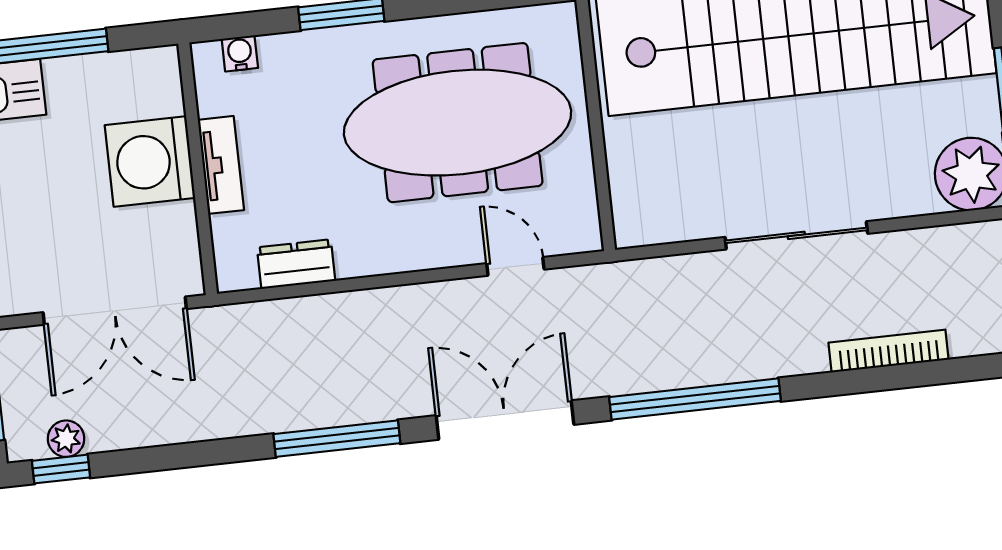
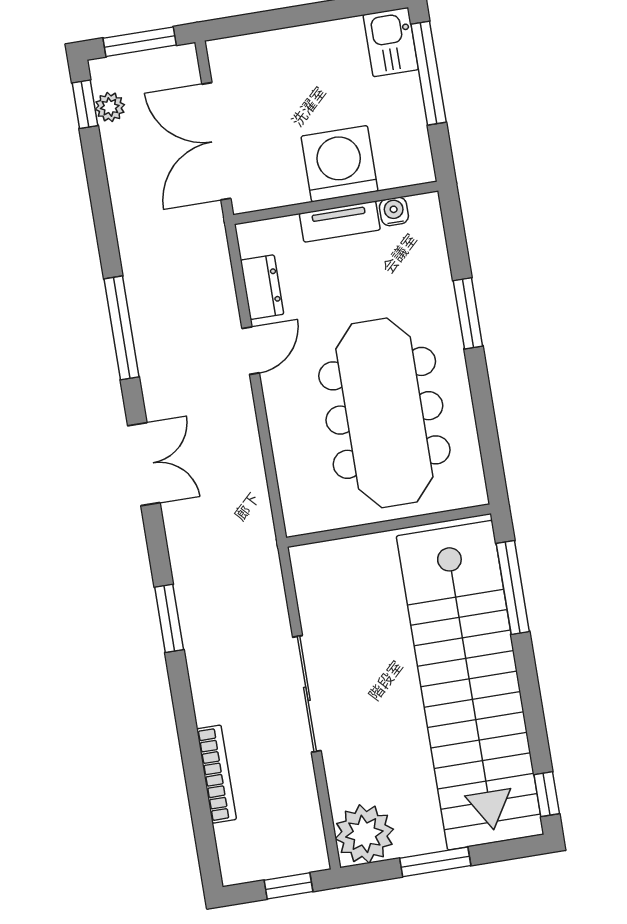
water cooler: (240, 53) -> (394, 211), moved, turned -90
door: (515, 266) -> (251, 351), moved
window: (695, 399) -> (169, 618), width x0.47
double door: (505, 420) -> (144, 464), width x0.73

